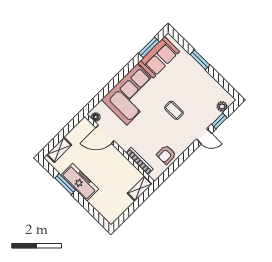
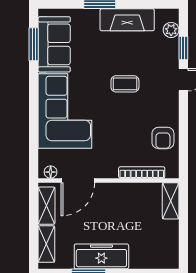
fireplace: (206, 80) -> (127, 20), added
shelving: (78, 131) -> (47, 206), added

